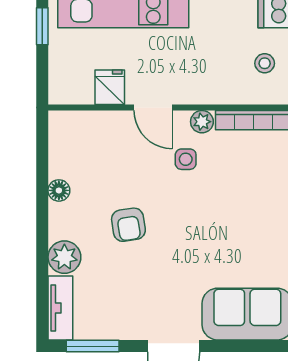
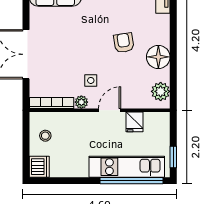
door: (153, 107) -> (110, 110), hinge flipped
floor lamp: (59, 190) -> (158, 57), width x1.89, depth x1.89
plant: (64, 257) -> (161, 91), moved

